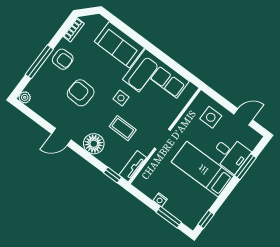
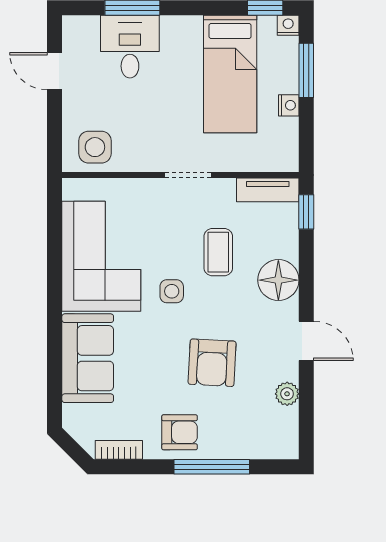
armchair: (63, 59) -> (180, 432), turned 90
plant: (25, 97) -> (287, 394), moved
side table: (211, 117) -> (95, 147), moved
bed: (203, 169) -> (230, 74), moved
nightstand: (192, 223) -> (288, 25), added

